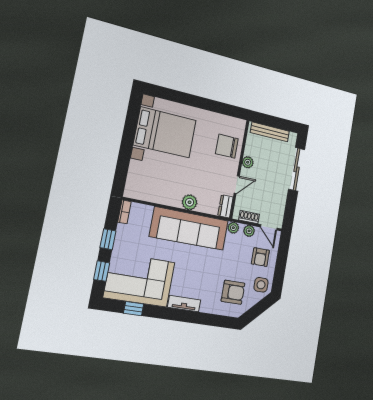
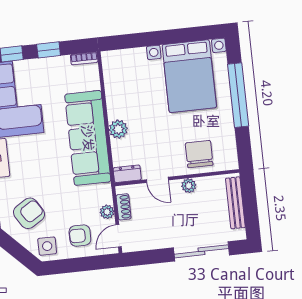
window: (191, 100) -> (238, 95), added
plant: (233, 228) -> (105, 191), removed
armchair: (233, 292) -> (29, 213), turned -122

